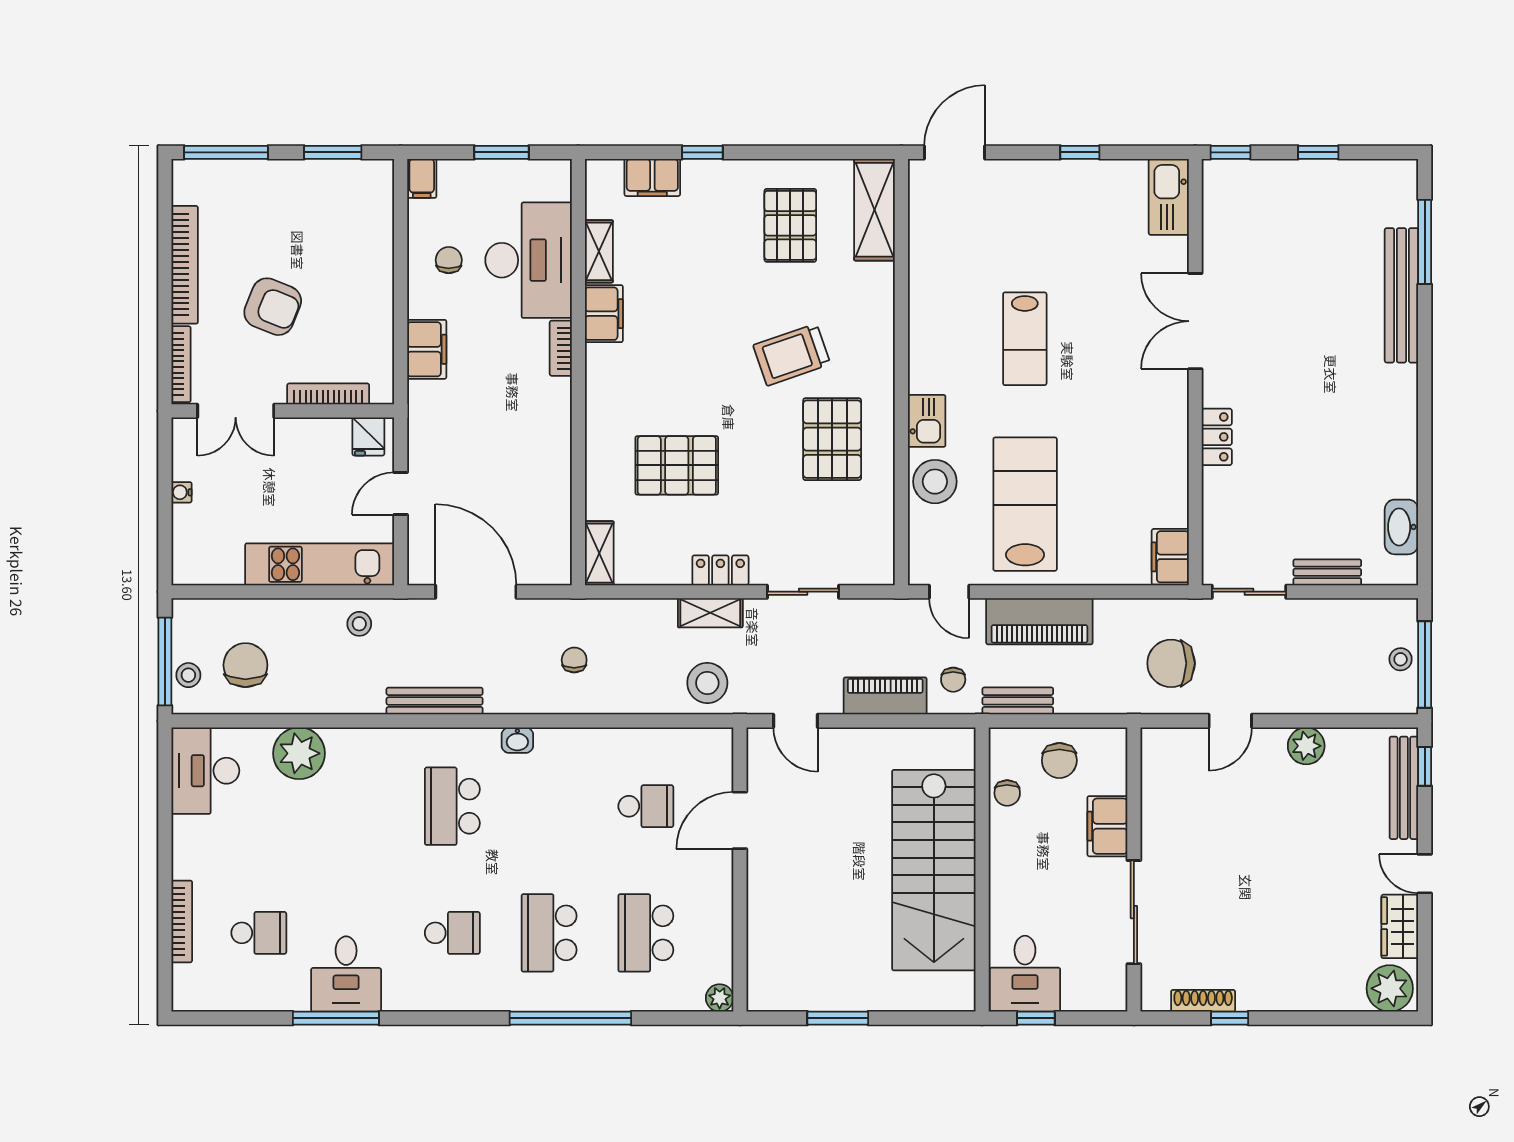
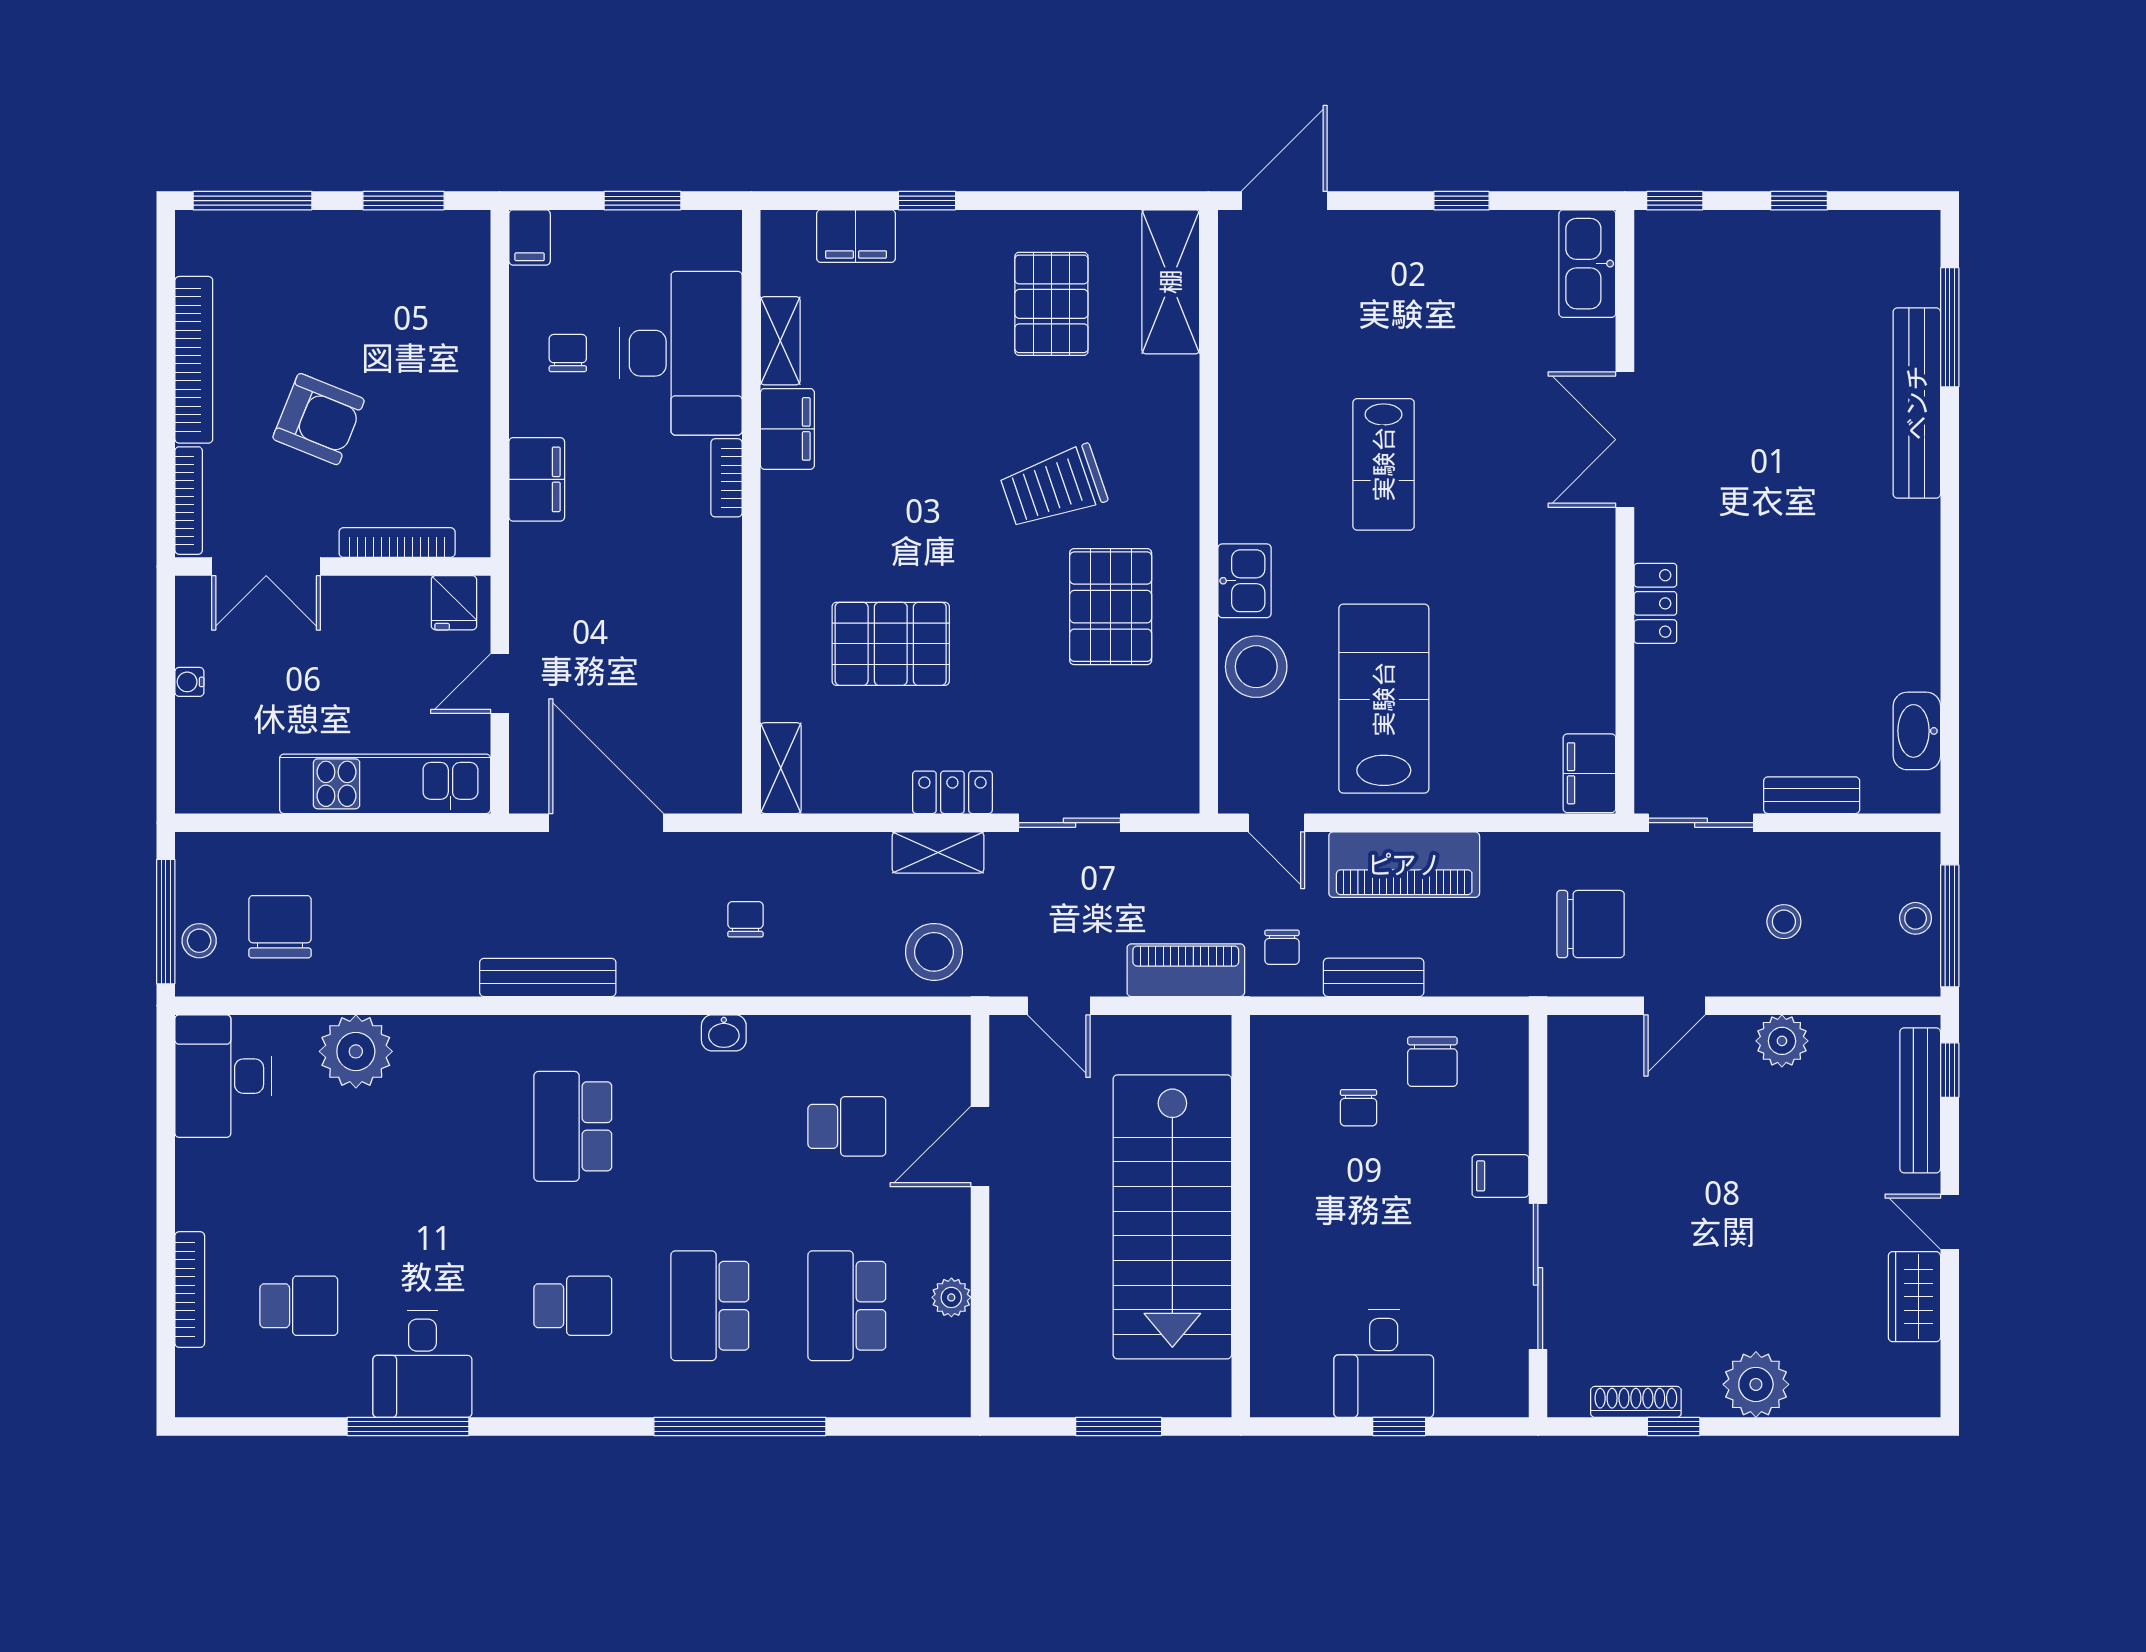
stool: (359, 624) -> (1784, 922), moved
chair: (1171, 663) -> (1591, 924), turned 180
washbasin: (517, 740) -> (724, 1033), moved
filing cabinet: (1107, 826) -> (1500, 1176), width x0.50
stairs: (934, 870) -> (1172, 1217), moved
wall: (982, 870) -> (1241, 1216), moved
plant: (1390, 988) -> (1756, 1384), moved
plant: (720, 998) -> (951, 1297), moved

